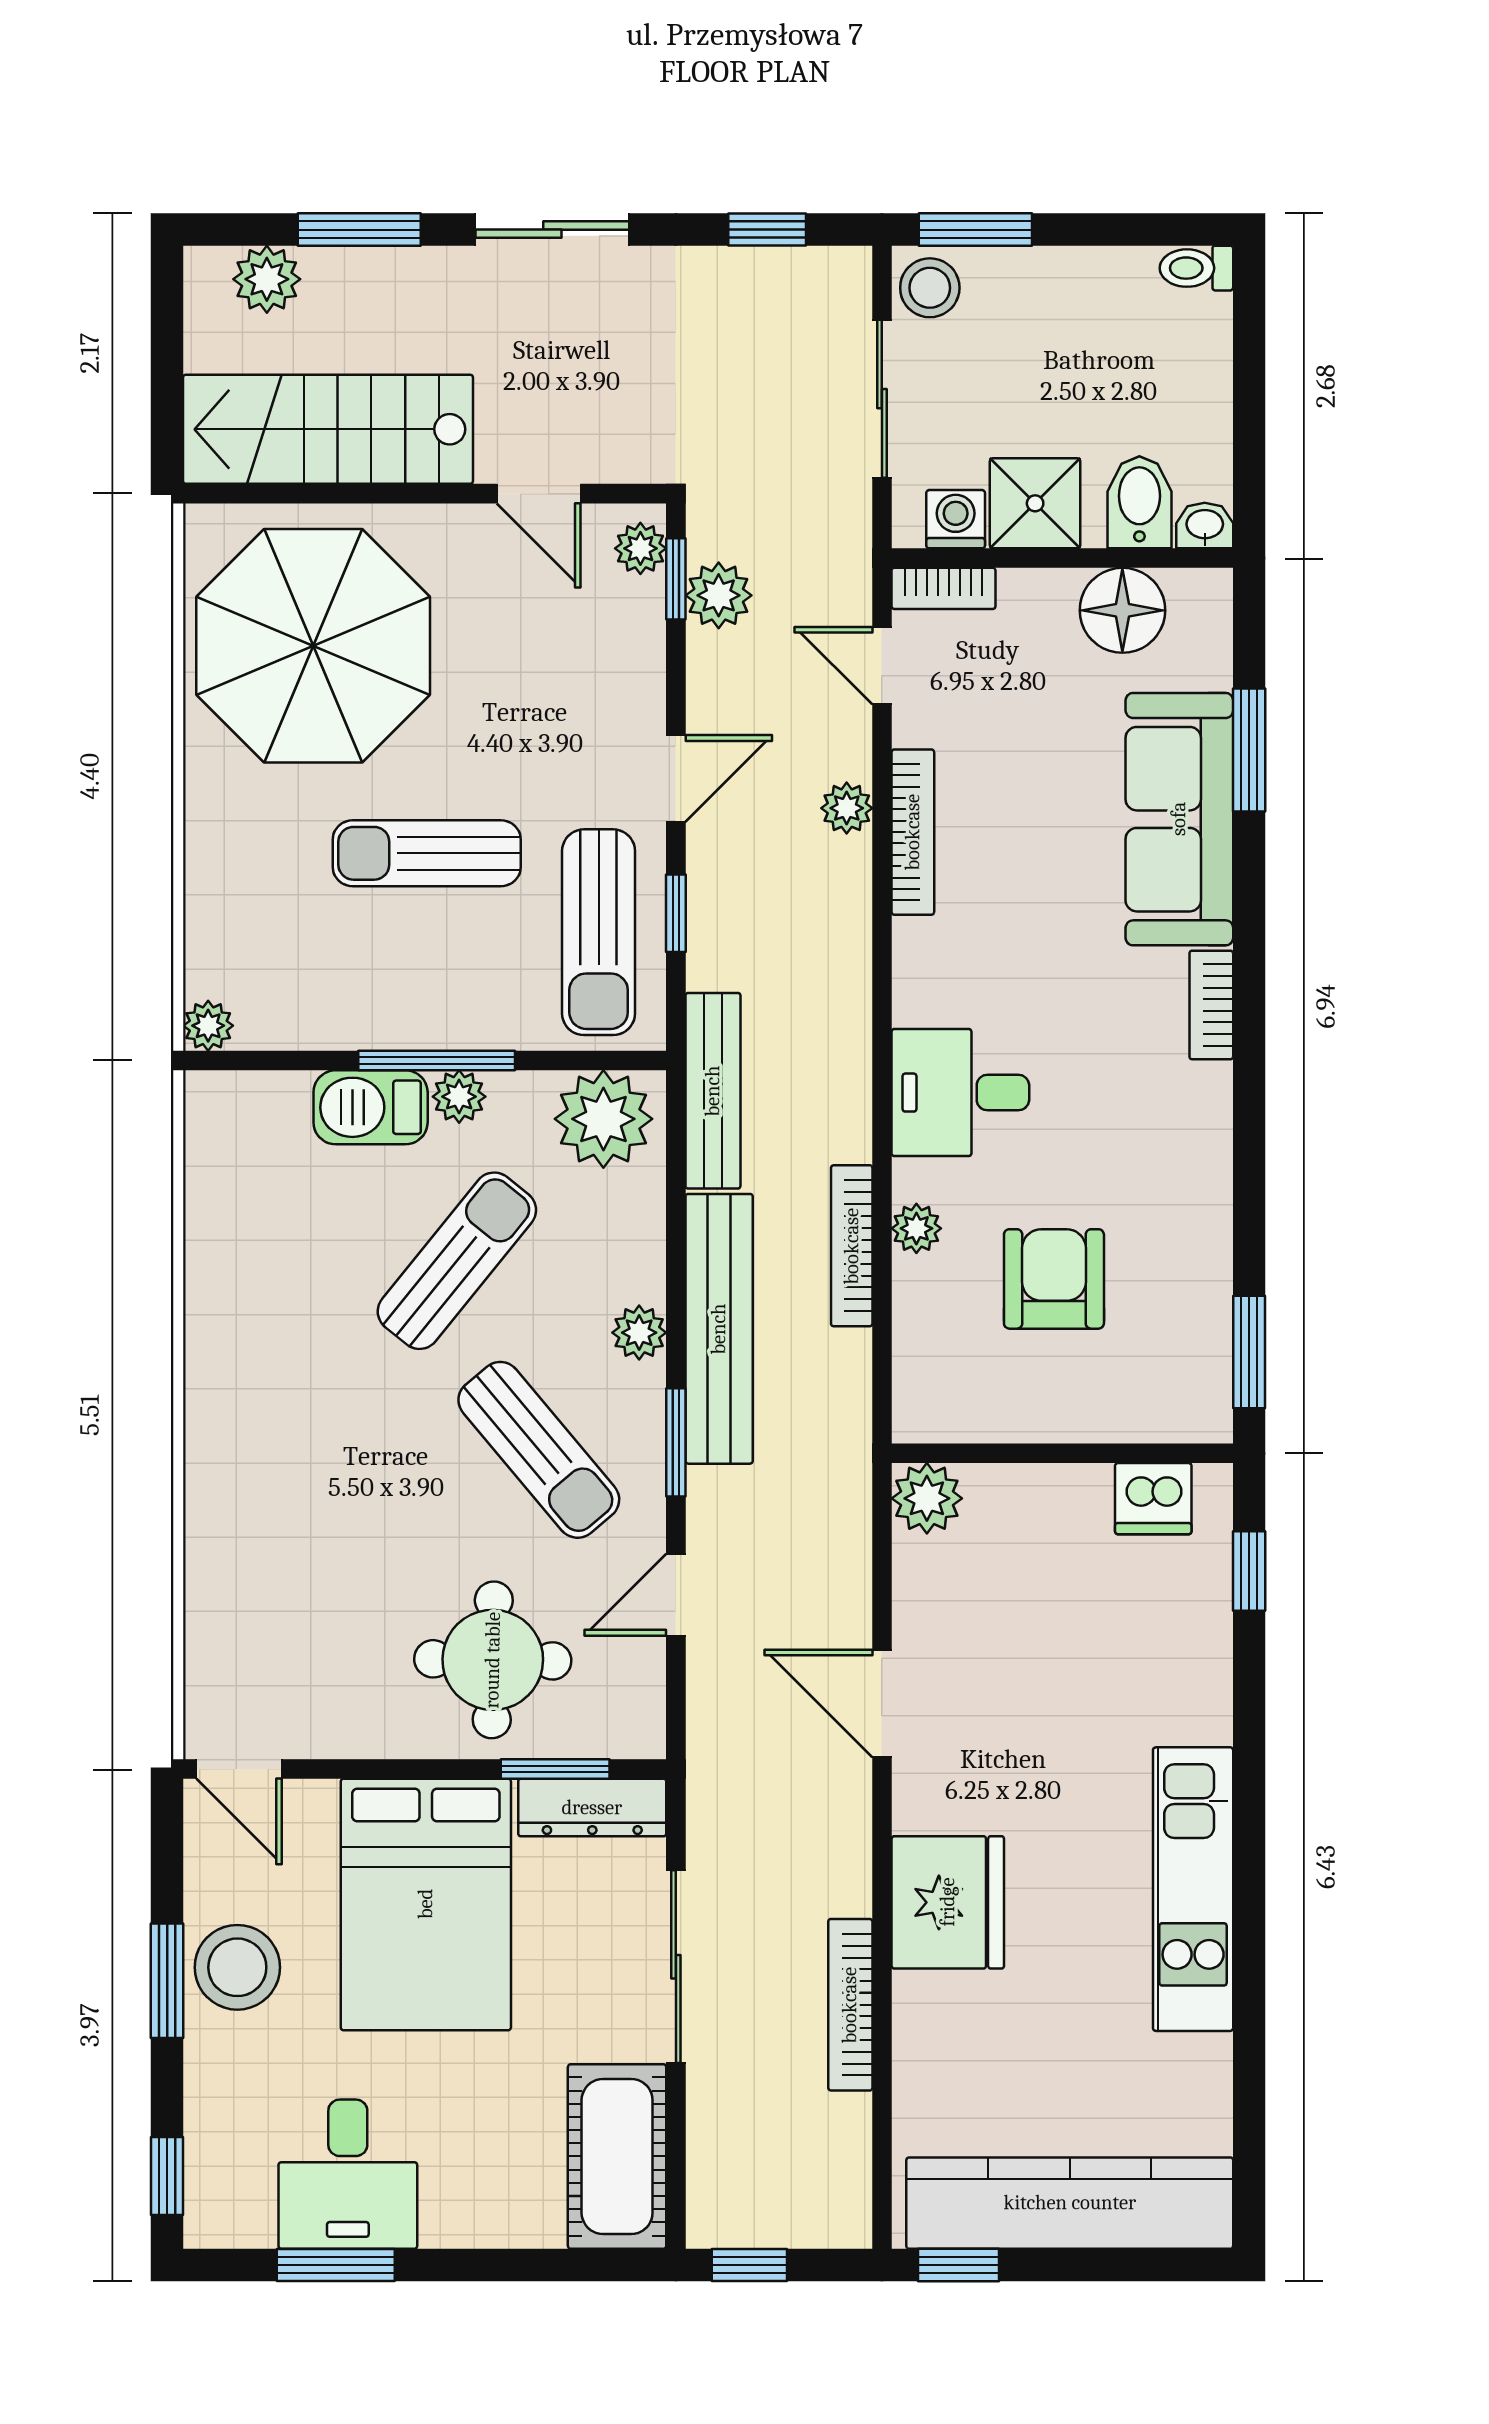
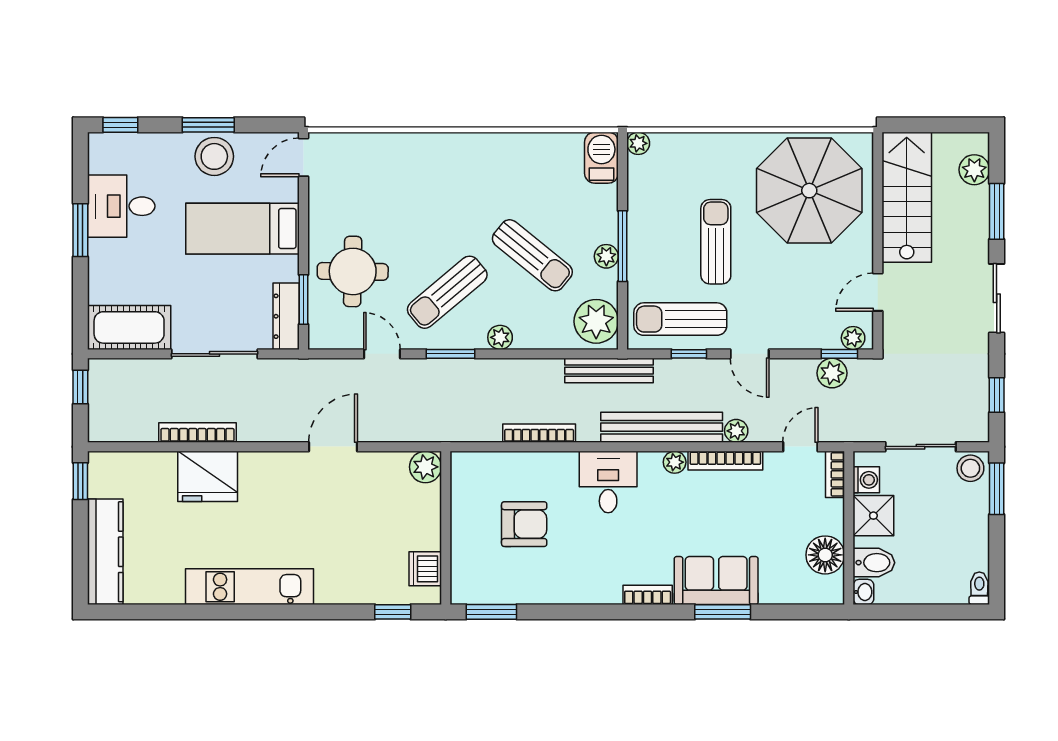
window: (1249, 750) -> (723, 612), moved
sofa: (1179, 819) -> (716, 581), width x0.73
barbecue: (371, 1107) -> (601, 158), moved
plant: (916, 1228) -> (675, 462), moved
bench: (719, 1329) -> (662, 427), moved
fridge: (948, 1902) -> (208, 476), moved
bed: (426, 1904) -> (243, 229), width x0.67
kitchen counter: (1070, 2203) -> (105, 552), width x0.72, depth x0.86
window: (336, 2265) -> (80, 230), moved

